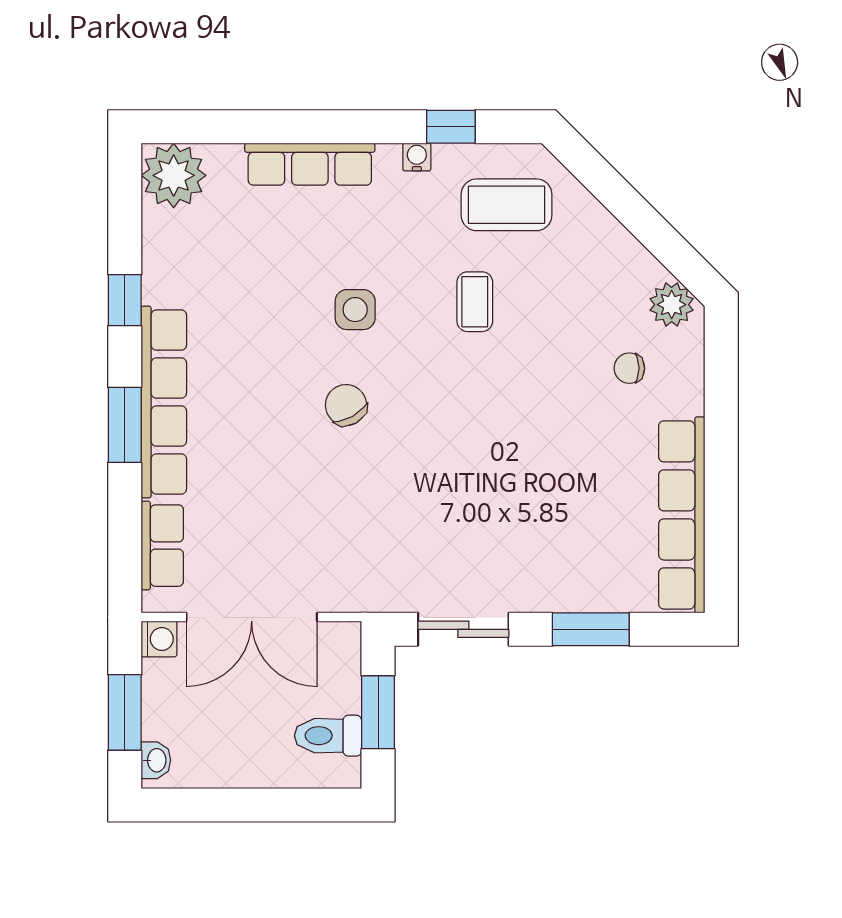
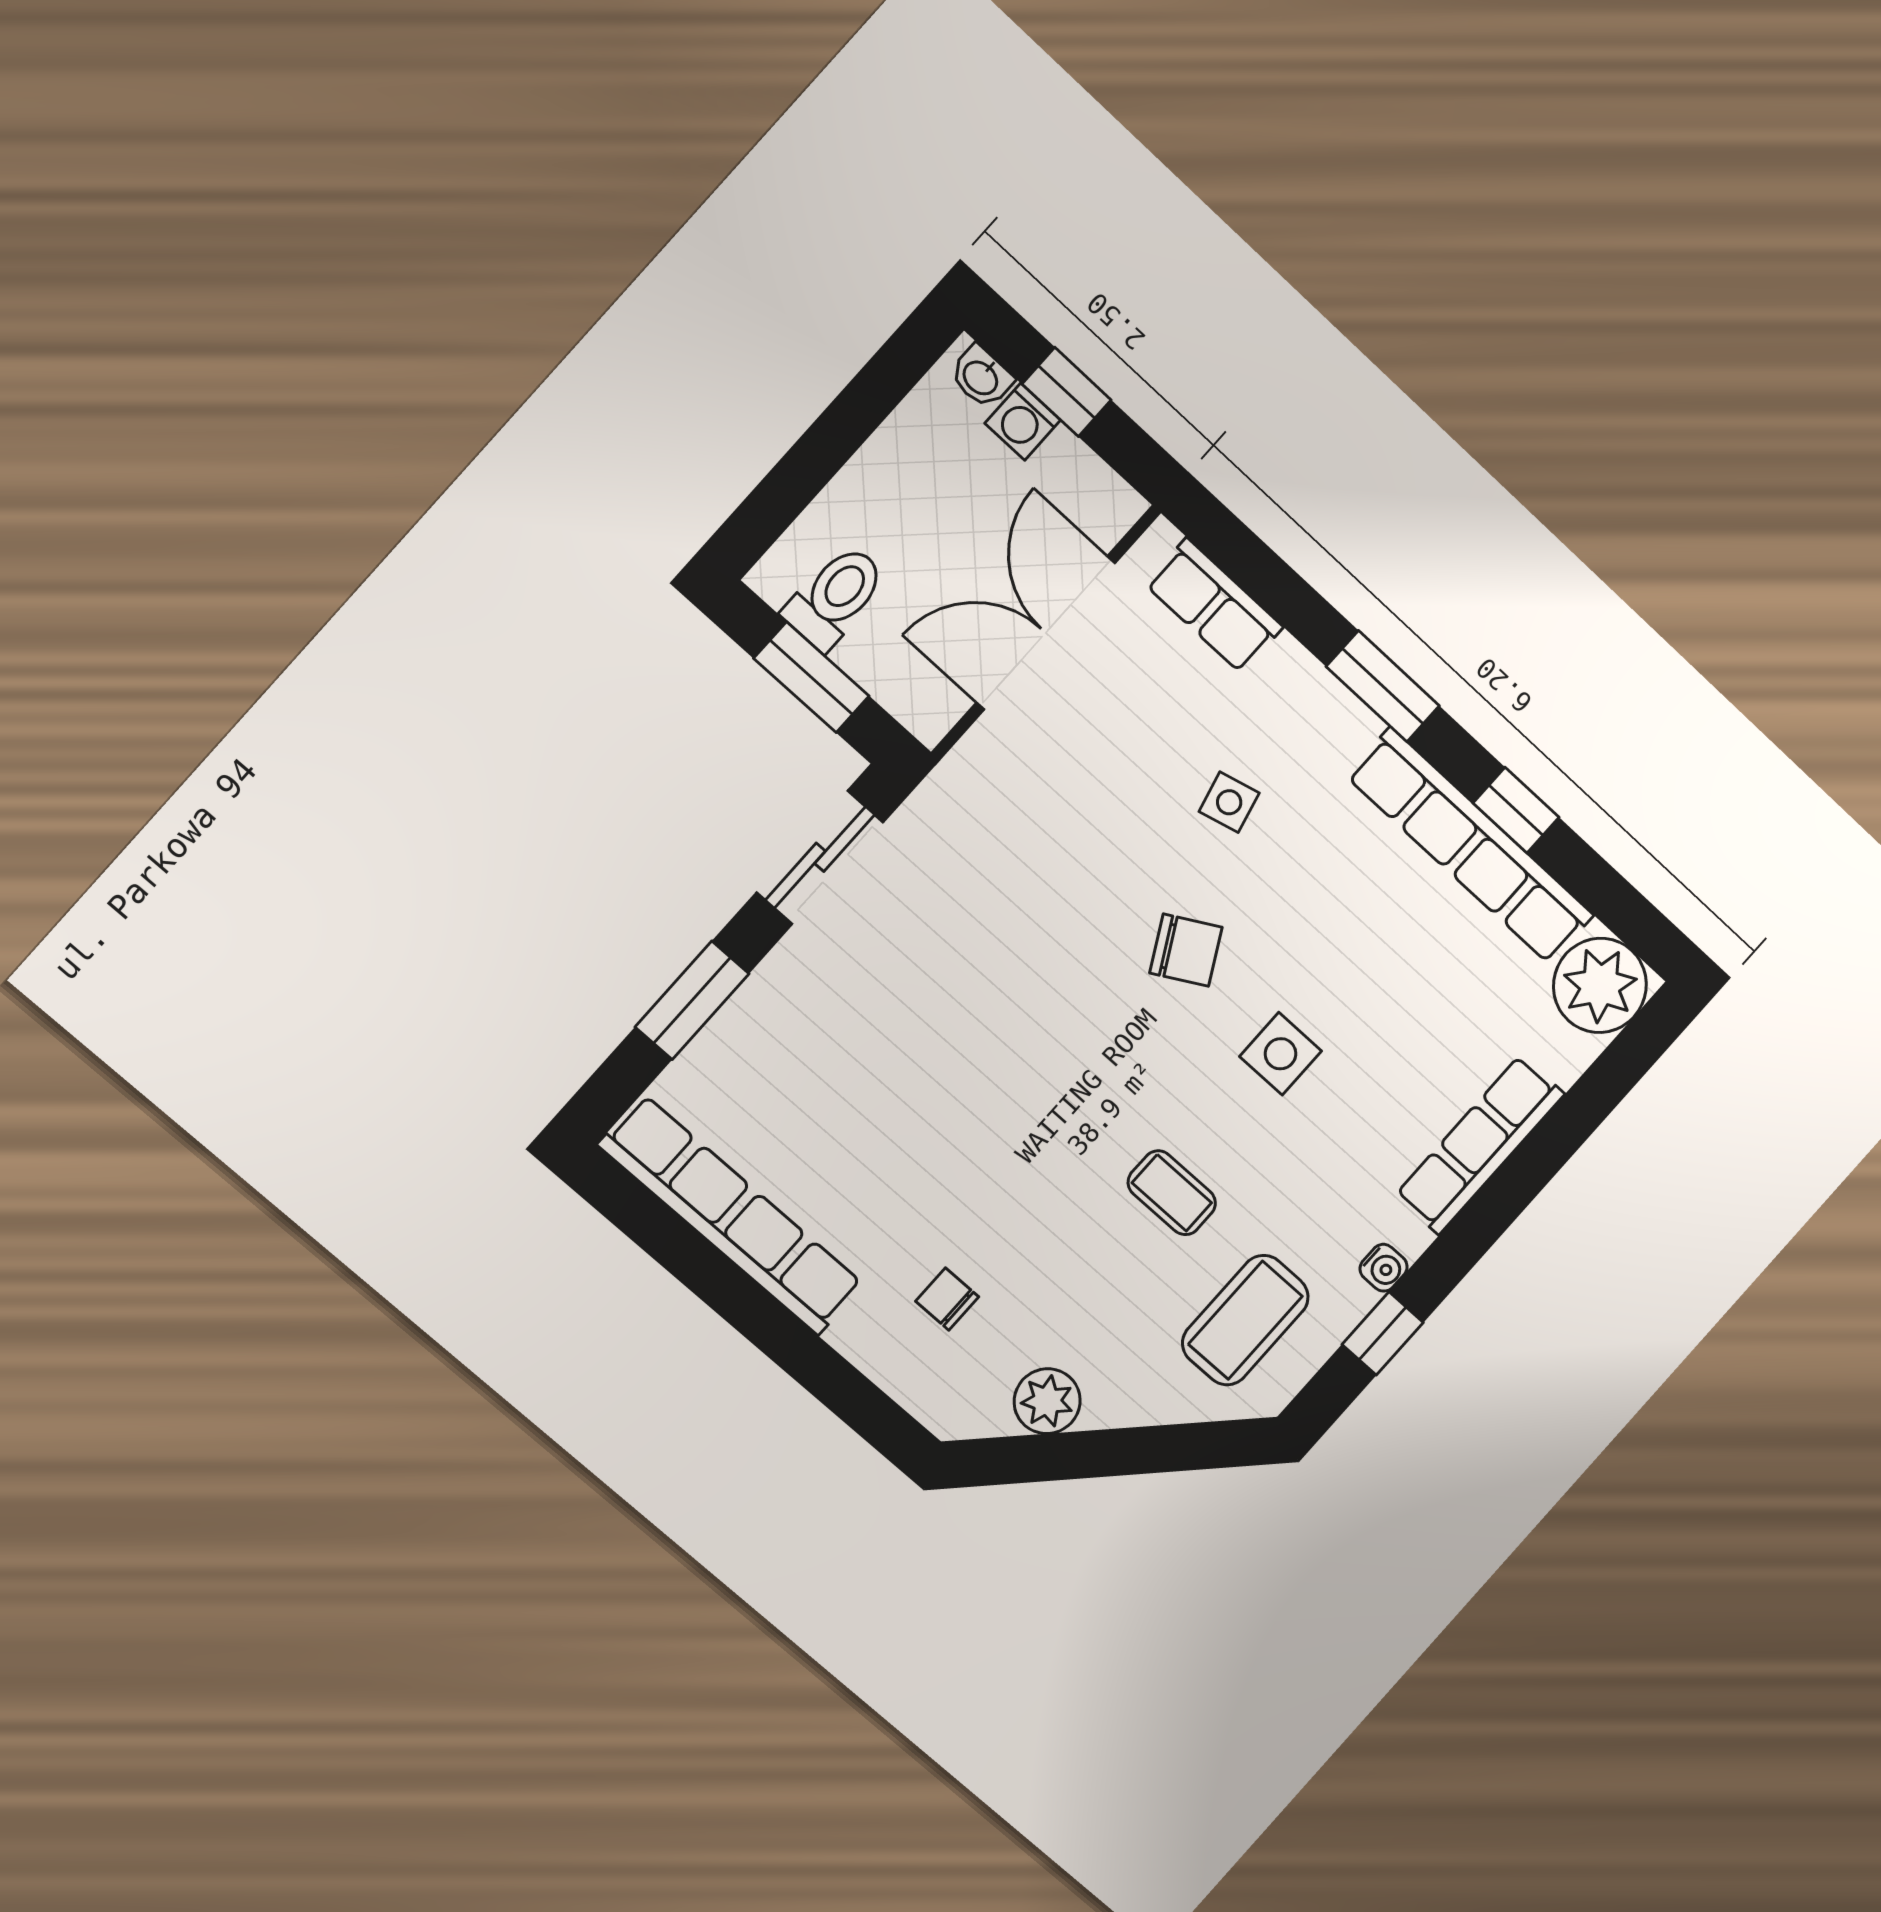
plant: (672, 305) -> (1047, 1401), moved
chair: (629, 368) -> (947, 1299), turned -90
row of seats: (164, 402) -> (1470, 846), moved
side table: (253, 450) -> (1229, 802), added
washing machine: (159, 639) -> (1023, 422), moved
window: (125, 712) -> (1067, 392), width x0.67

